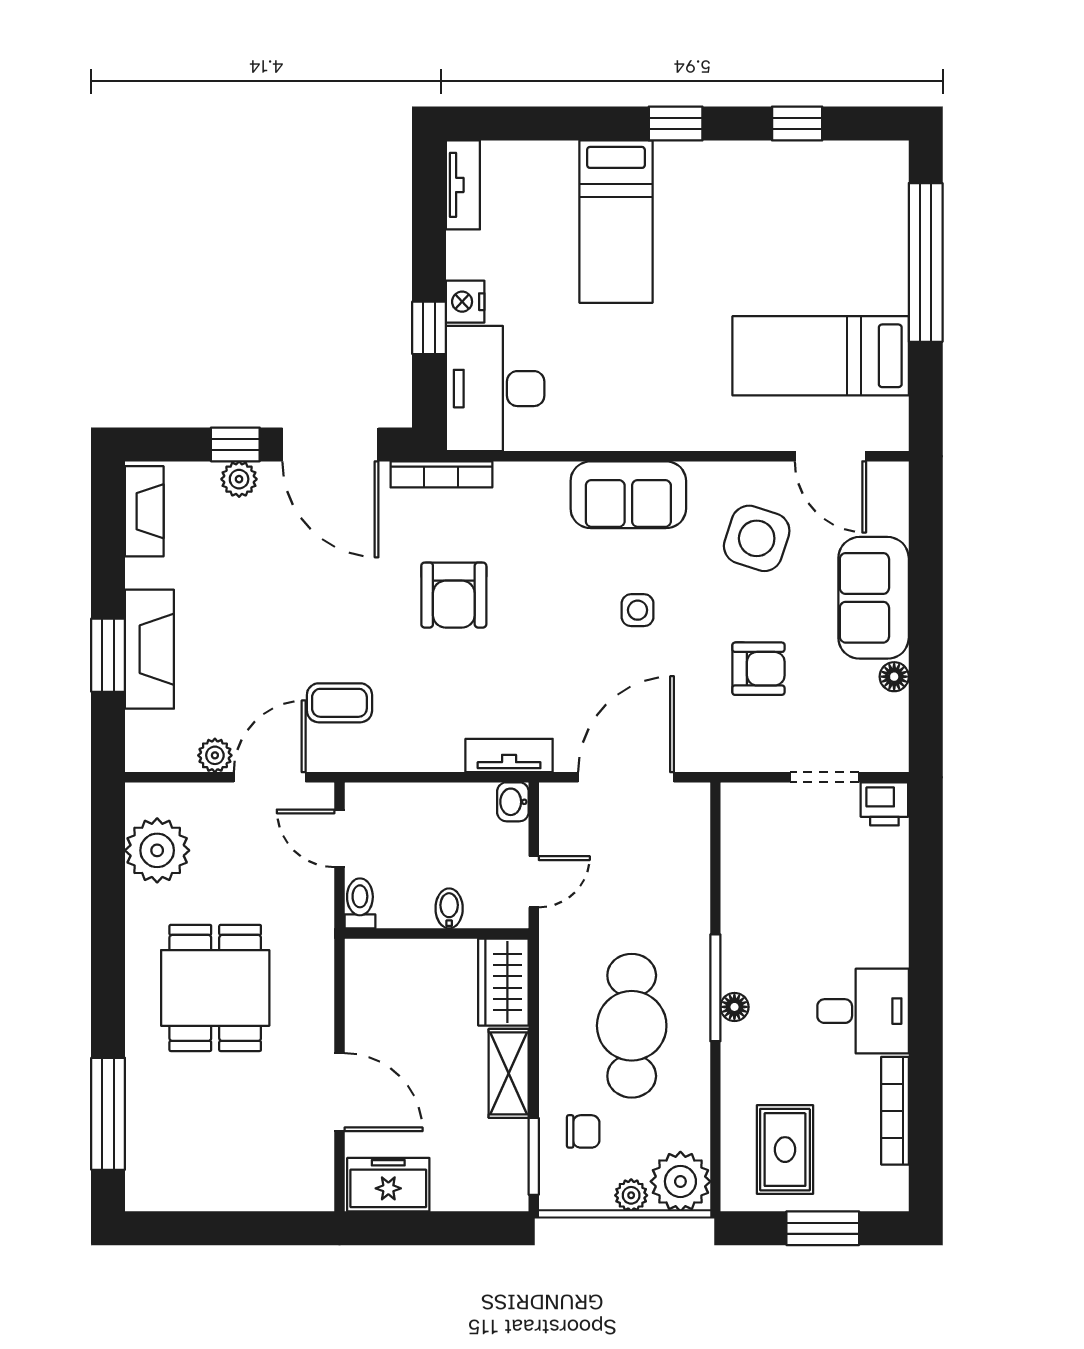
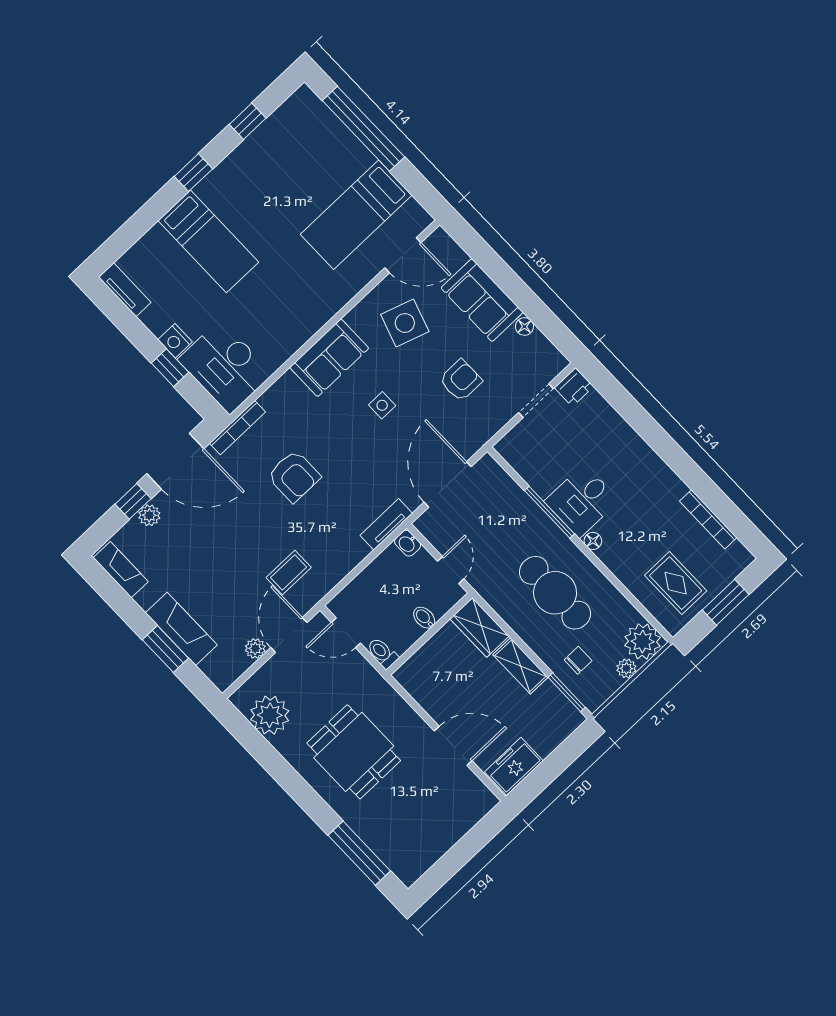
window: (715, 988) -> (549, 512), moved
desk: (863, 1011) -> (582, 501), moved, turned 180

